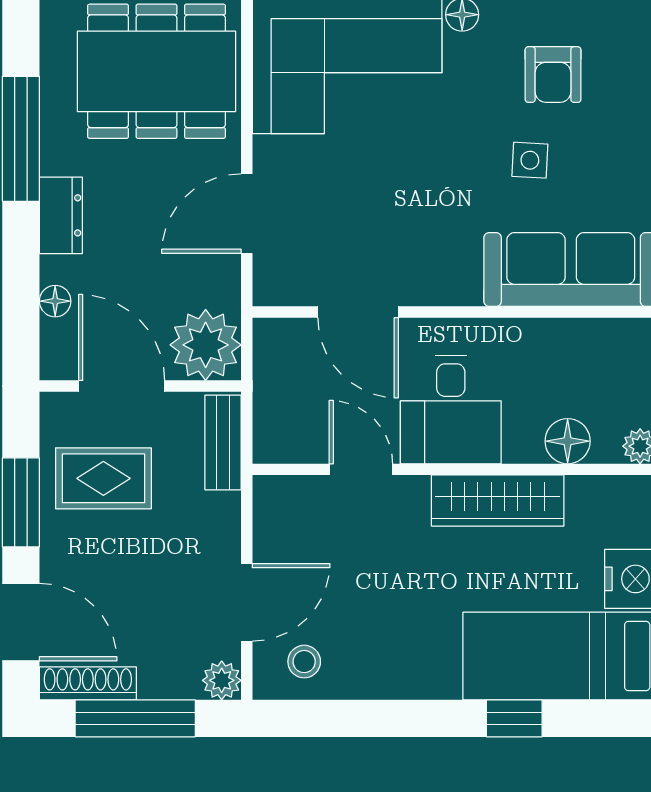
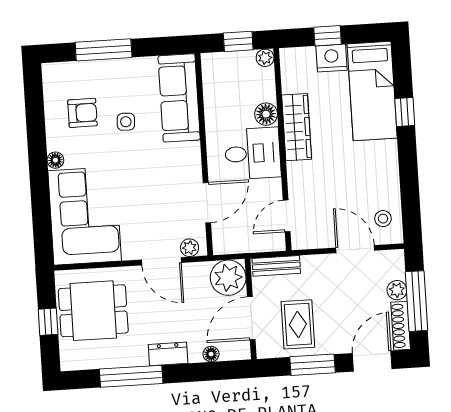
dining table: (156, 71) -> (93, 311), width x0.73
plant: (270, 272) -> (190, 248), added
floor lamp: (568, 441) -> (266, 114), moved
door: (361, 469) -> (287, 216), moved
plant: (222, 680) -> (397, 290), moved

